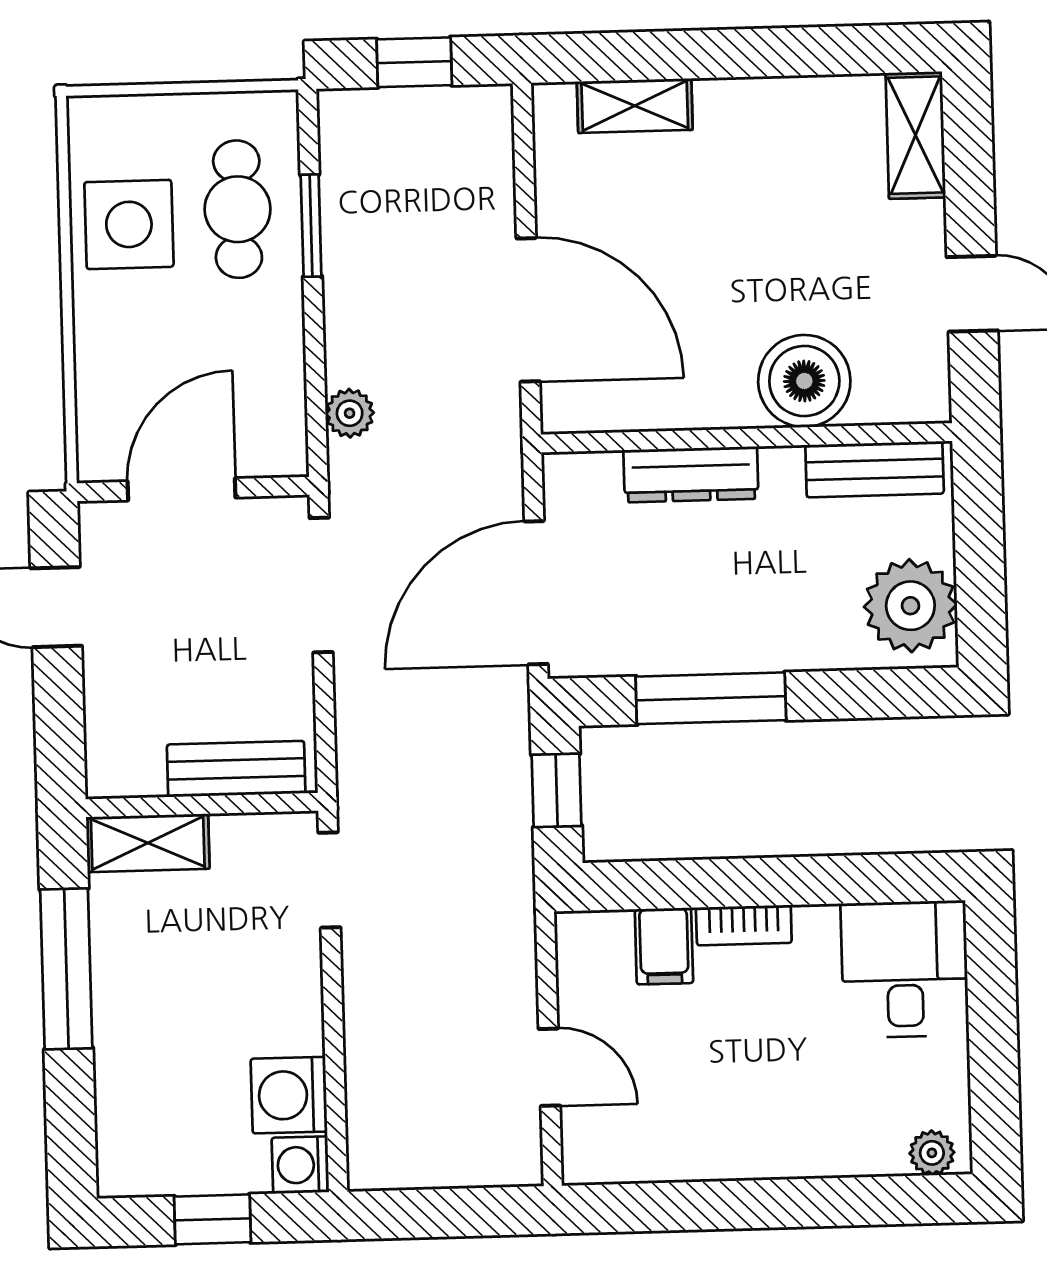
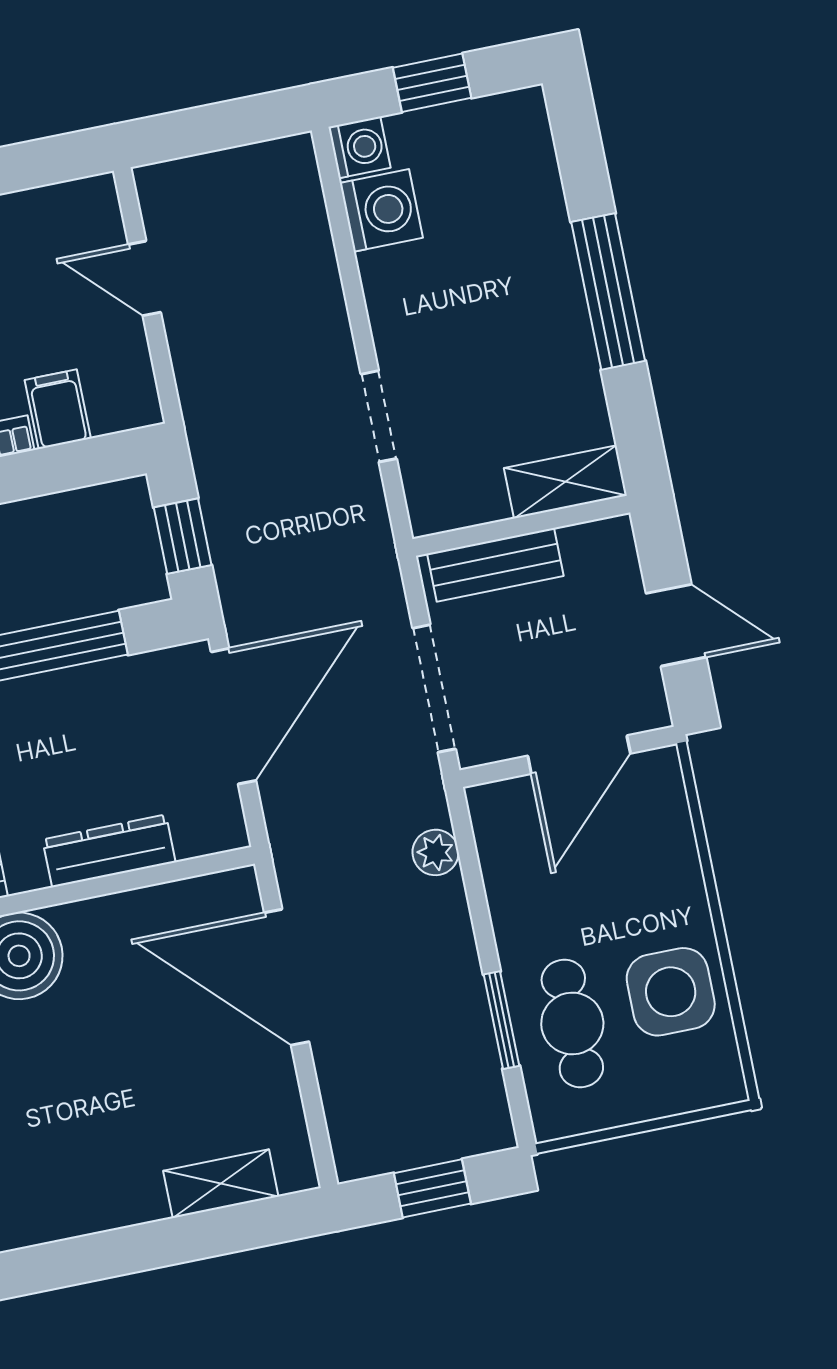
bench: (236, 769) -> (495, 565), moved
wall: (202, 805) -> (521, 526), moved
shelving: (148, 843) -> (565, 482), moved

